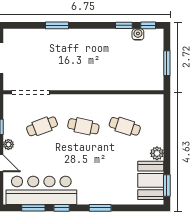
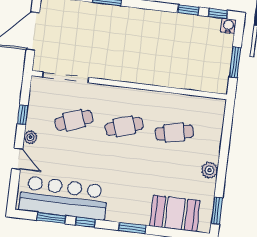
water cooler: (138, 34) -> (228, 26), moved
cafe table: (83, 126) -> (124, 126), turned -30
cafe table: (125, 126) -> (174, 133), turned -30
booth: (151, 180) -> (175, 213), moved, turned 90

